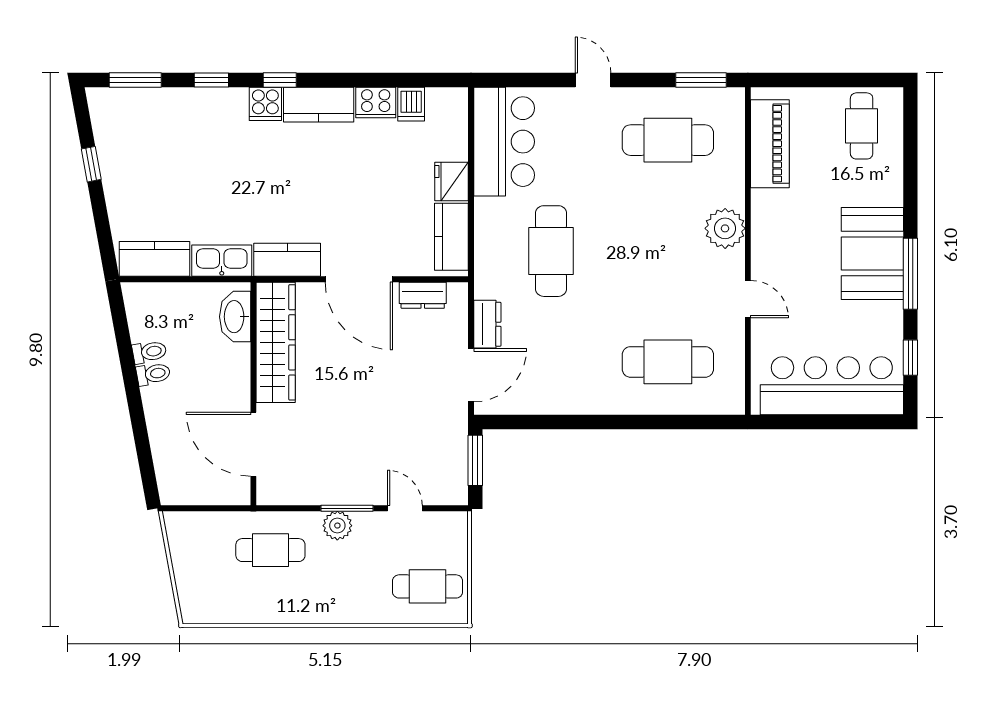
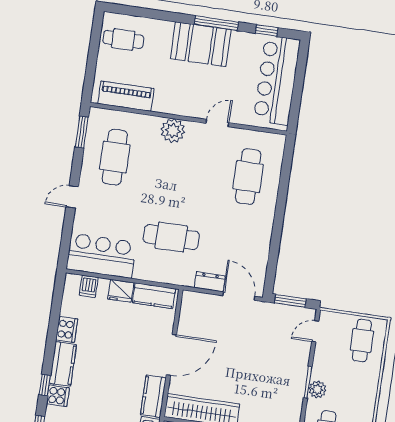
dishwasher: (411, 104) -> (89, 286), moved, turned 90
dresser: (423, 295) -> (187, 318), removed
door: (405, 508) -> (315, 331), moved

